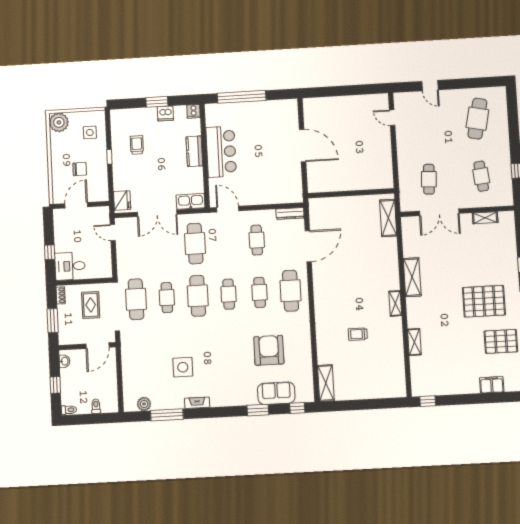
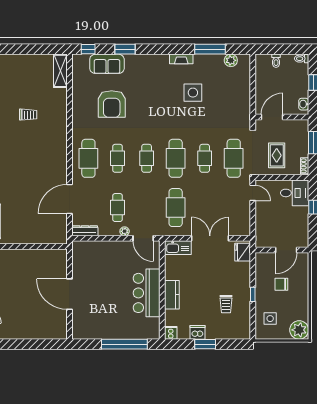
plant: (248, 215) -> (125, 231), added
door: (113, 233) -> (253, 193), moved

